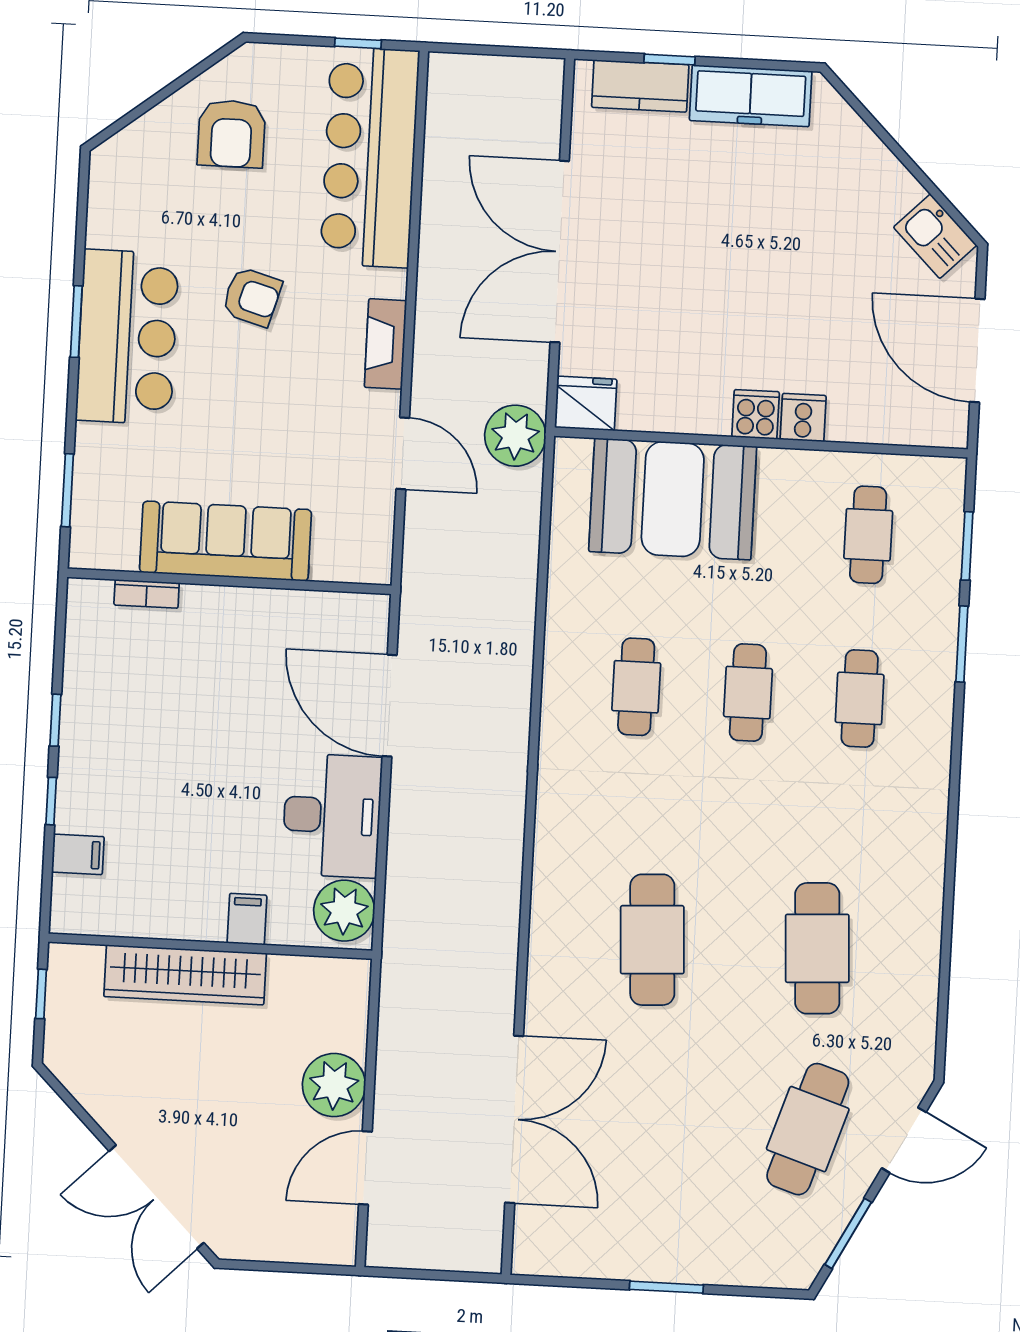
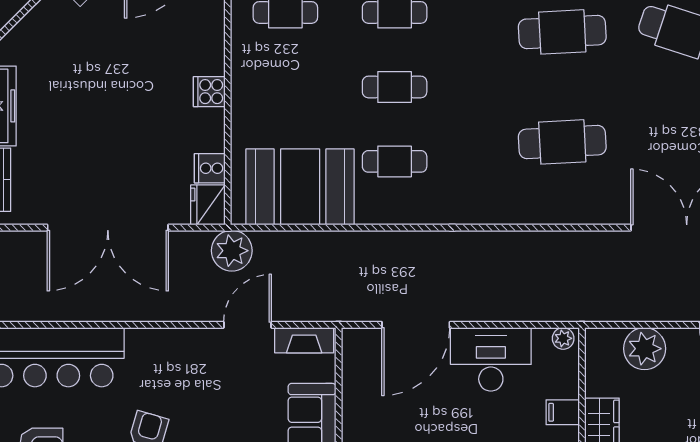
fireplace: (385, 344) -> (304, 340), moved
cooker: (803, 418) -> (210, 168), moved
booth: (673, 499) -> (300, 187), moved, turned 90
plant: (344, 911) -> (563, 338), width x0.53, depth x0.53
plant: (334, 1085) -> (645, 349), moved

